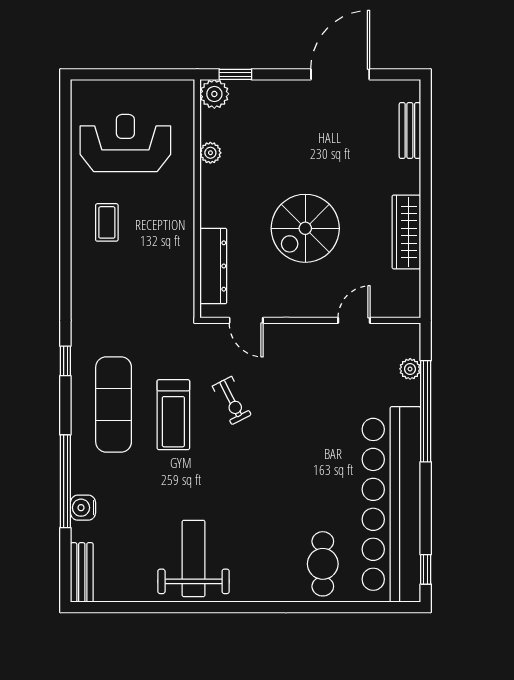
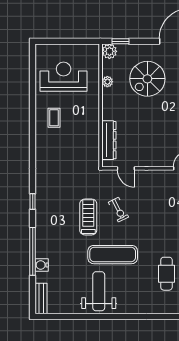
spiral stairs: (305, 228) -> (147, 79), moved
window: (65, 361) -> (33, 202), moved
exercise mat: (114, 404) -> (113, 255), moved, turned 90
treadmill: (173, 415) -> (88, 217), turned 180
cafe table: (323, 564) -> (166, 274), moved

